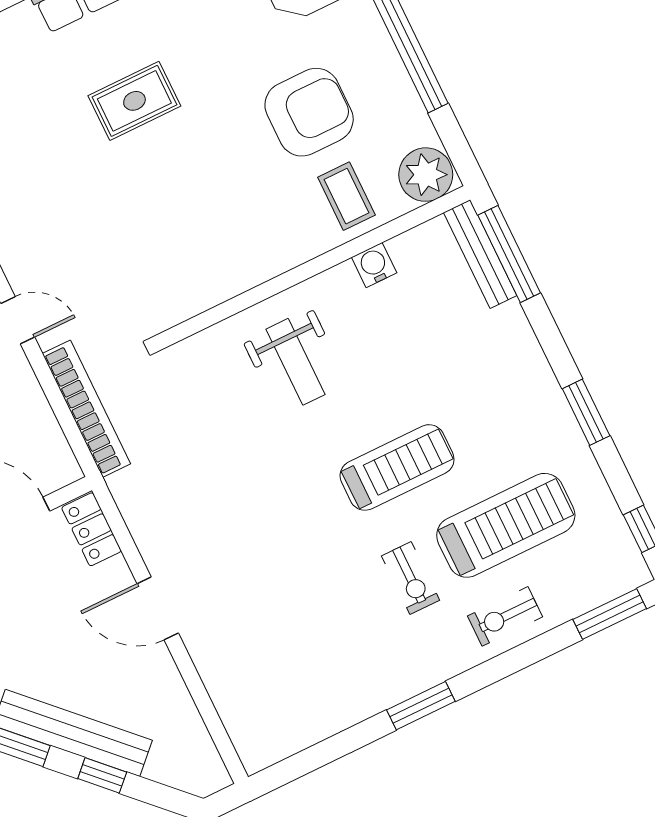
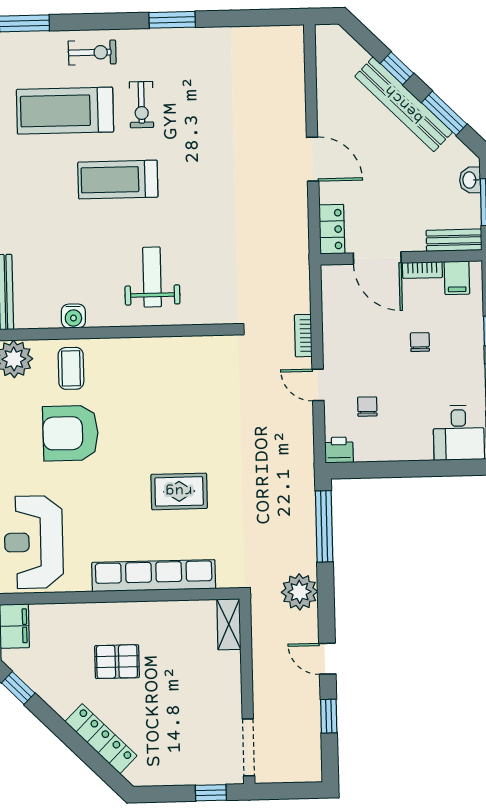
bookcase: (86, 409) -> (303, 336), width x0.43, depth x0.76
exercise bike: (411, 578) -> (141, 105), turned 180

